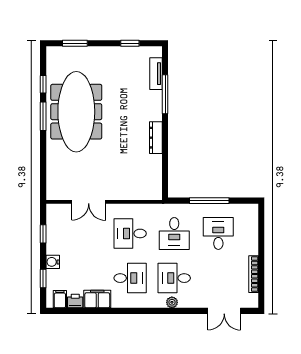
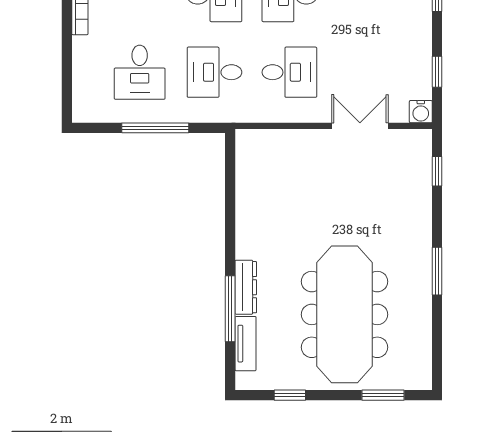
window: (43, 84) -> (437, 171), moved
meeting table: (76, 112) -> (344, 314), moved
dresser: (156, 138) -> (246, 287), moved
desk: (174, 233) -> (215, 72), turned -90
water cooler: (53, 262) -> (421, 112), moved, turned 90

